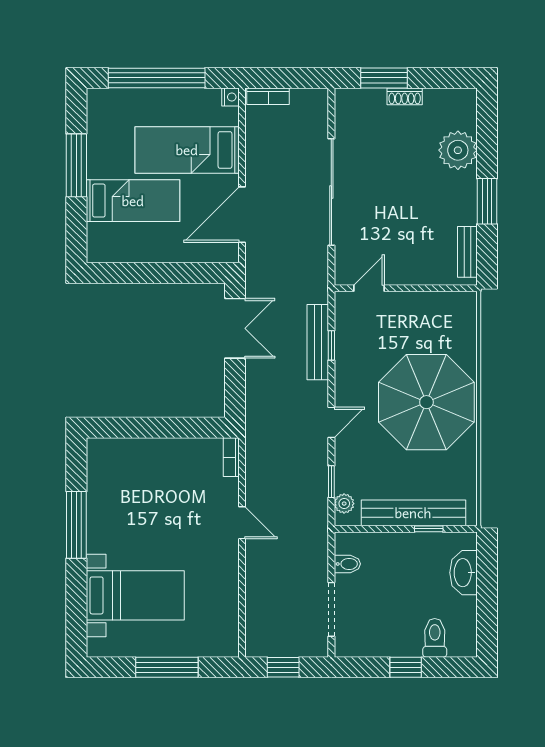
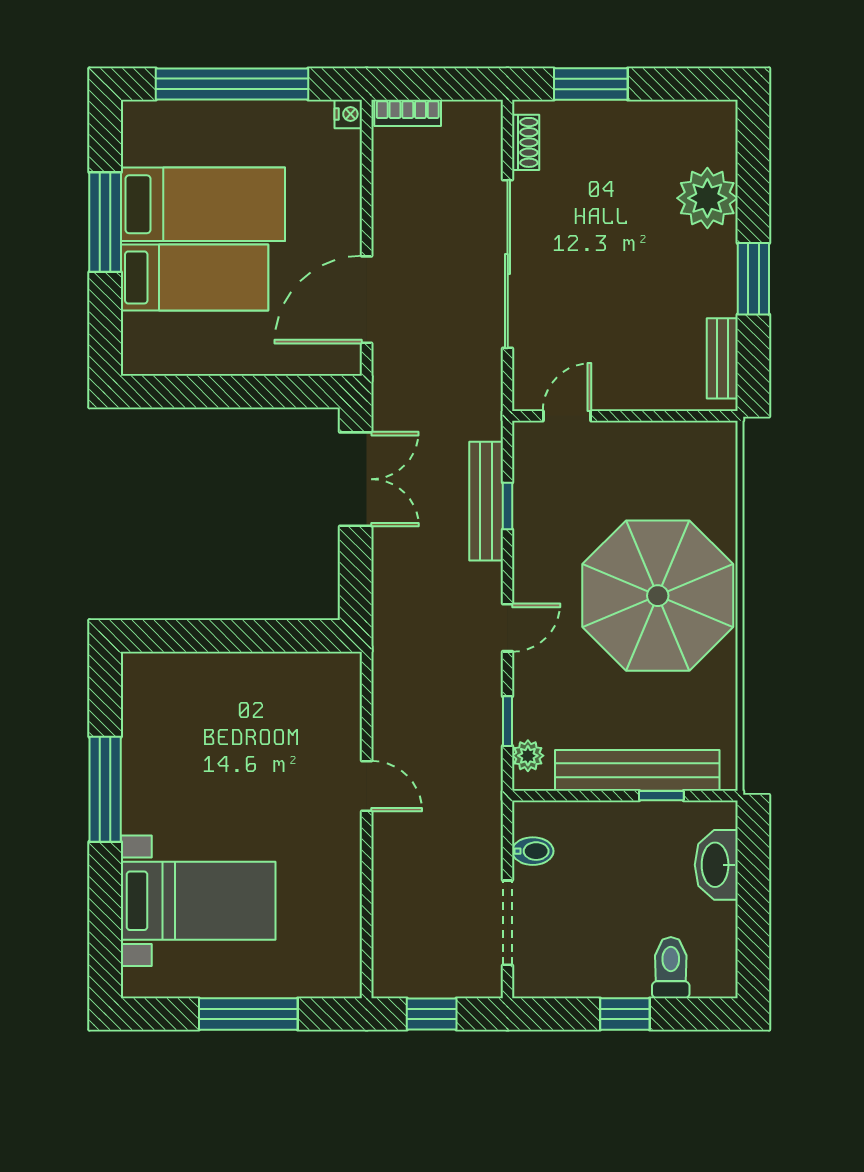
shoe rack: (405, 96) -> (526, 142), moved, turned -90
bed: (187, 150) -> (203, 204), moved, turned 180
bookcase: (231, 457) -> (350, 682), removed

